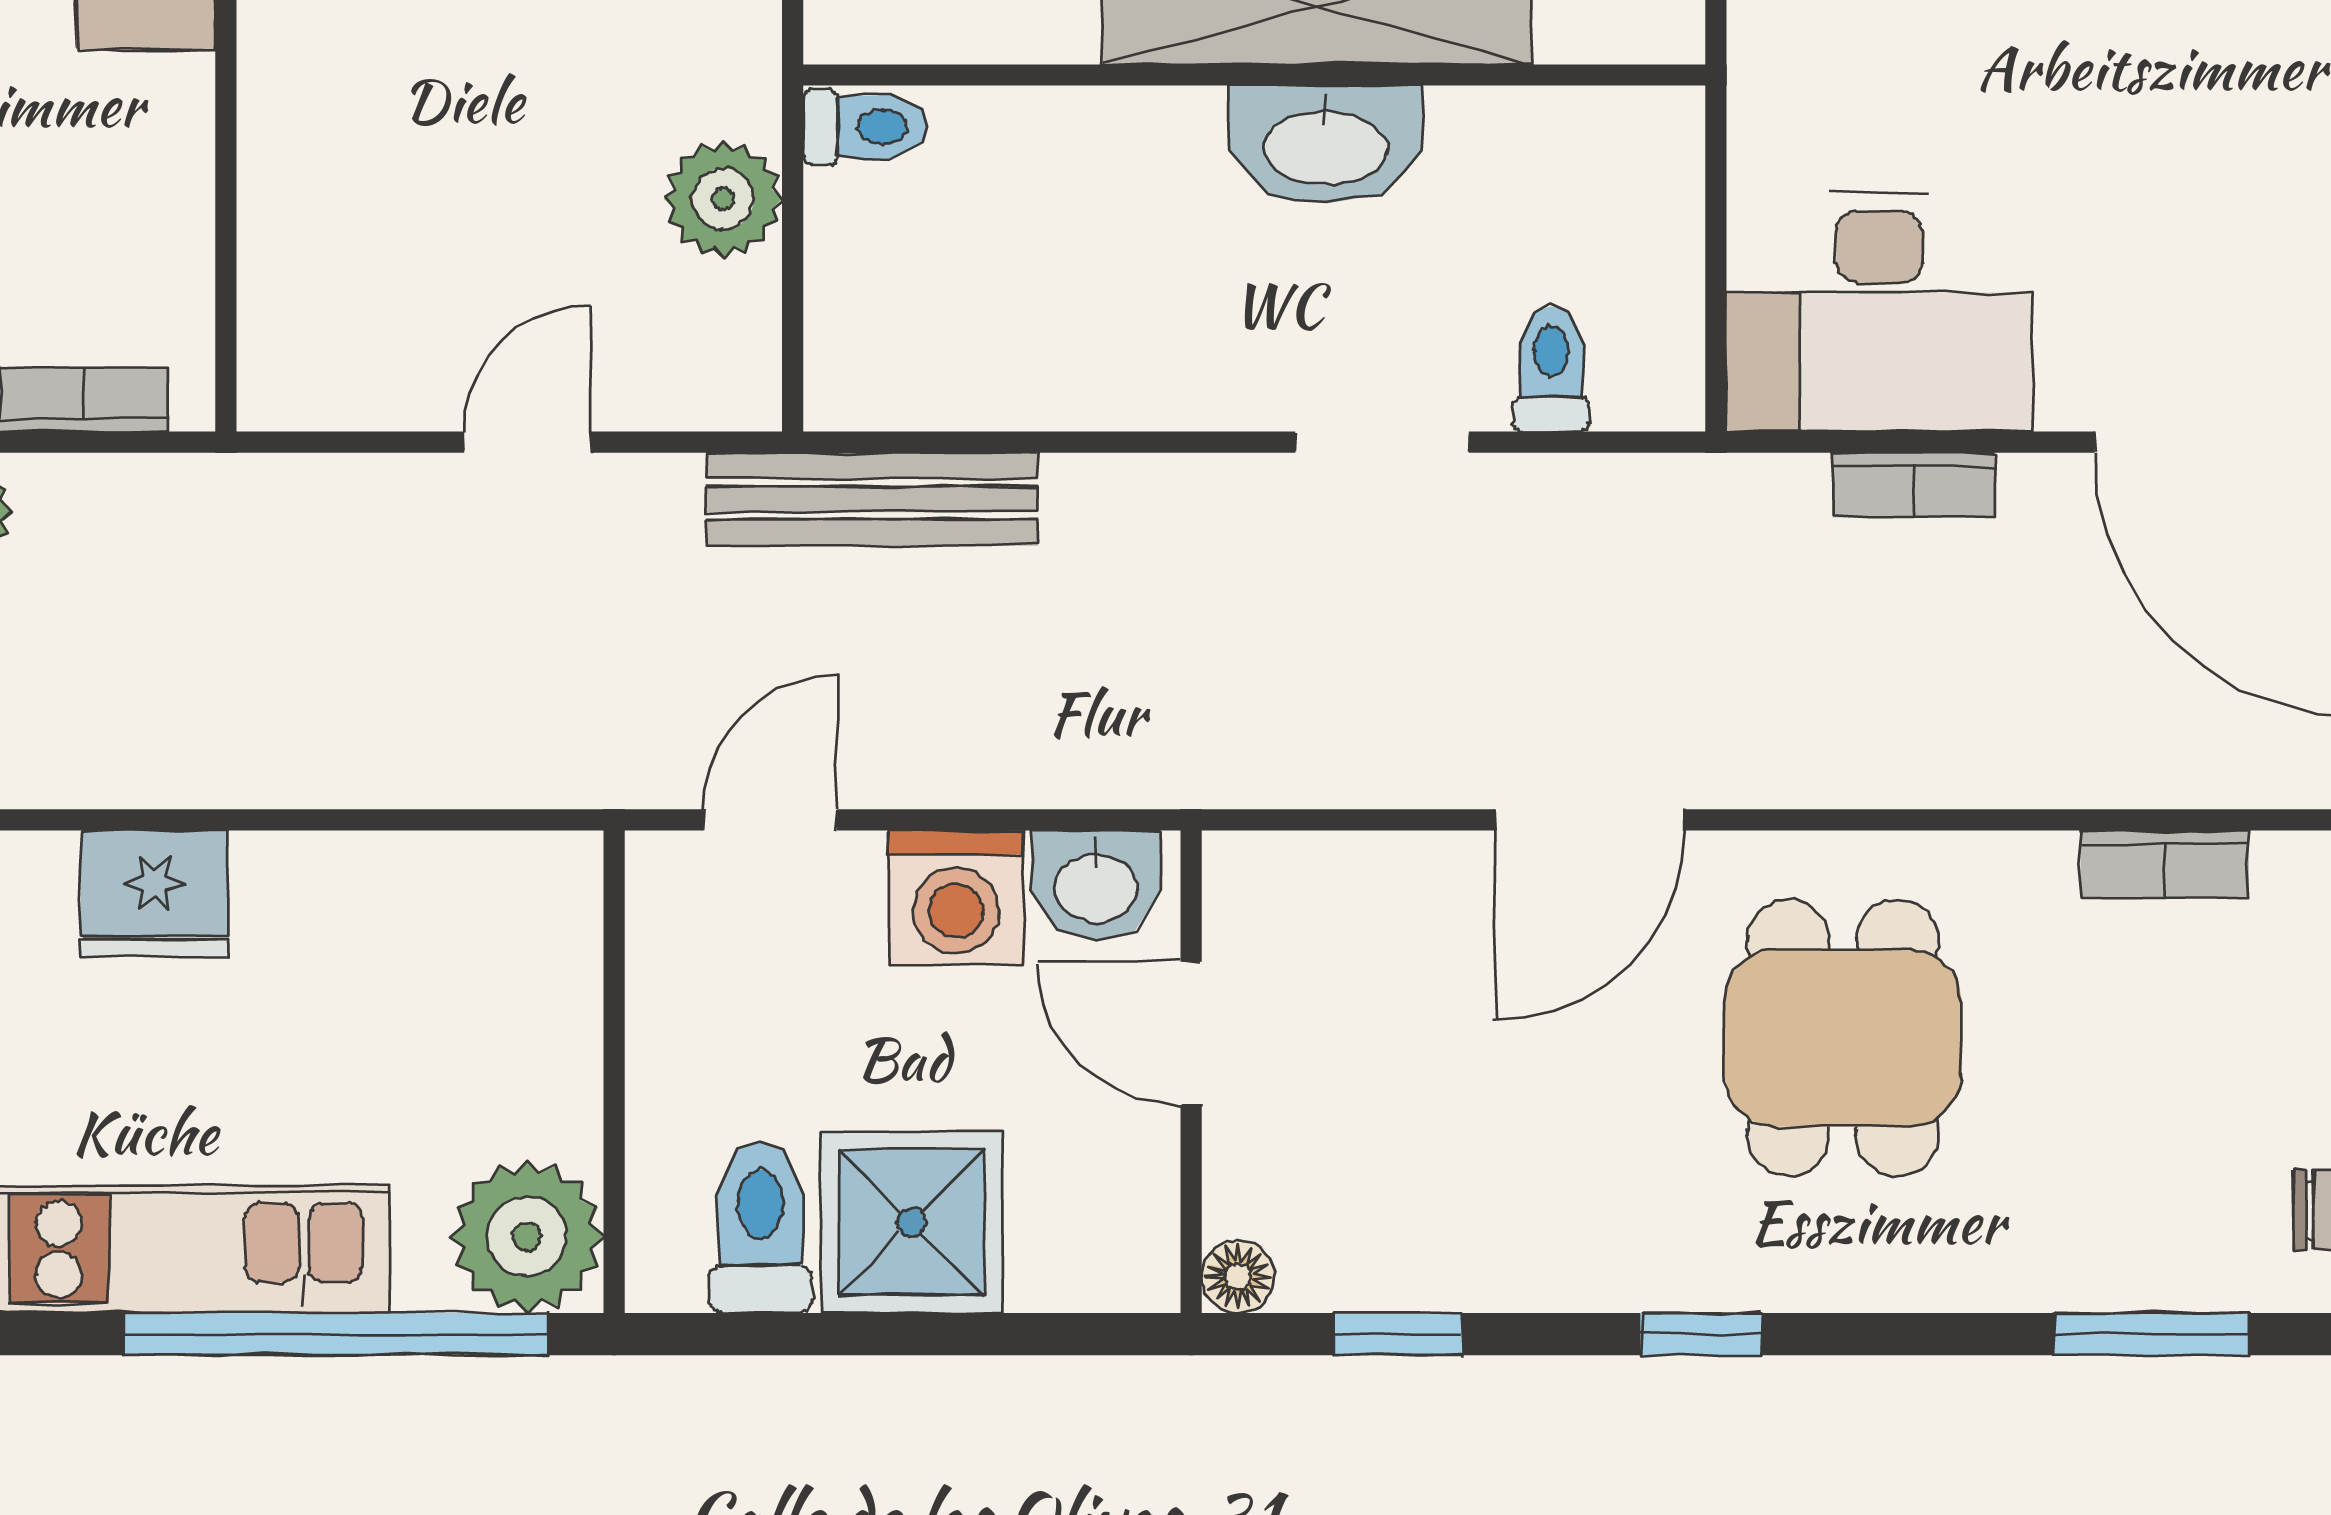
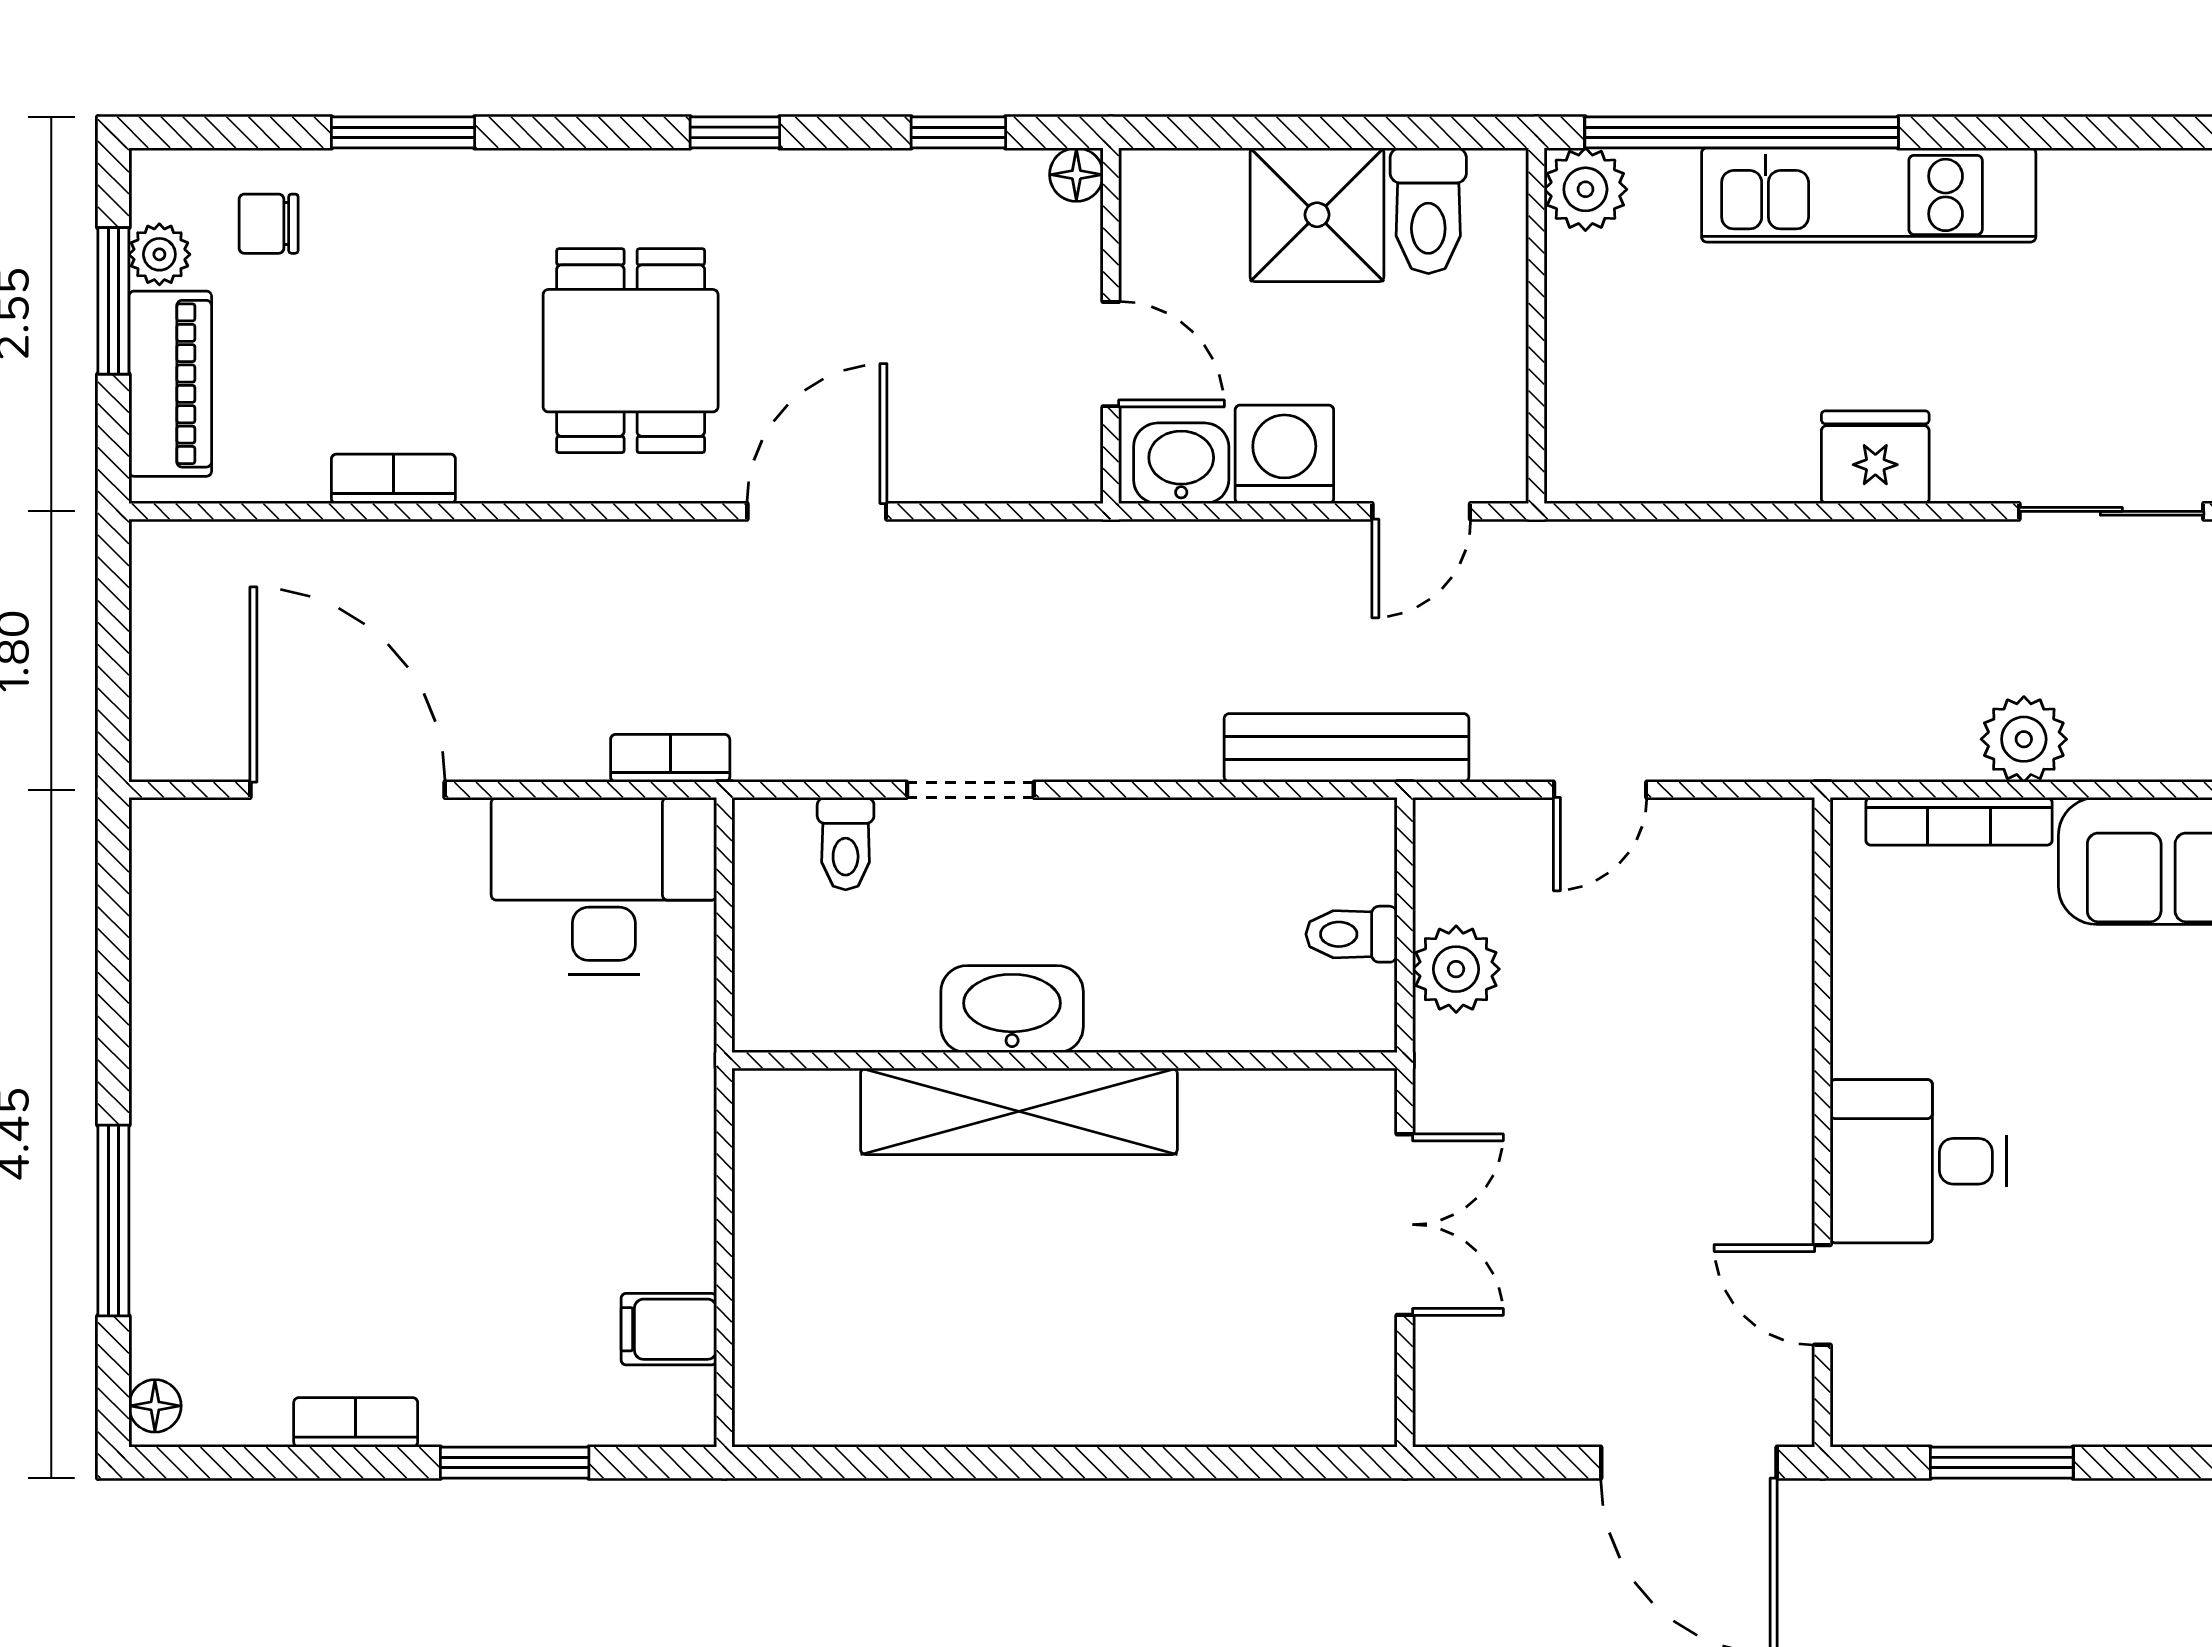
toilet: (865, 127) -> (1352, 934), moved
bookcase: (1914, 485) -> (670, 758), moved
plant: (527, 1236) -> (1585, 189), width x0.73, depth x0.73

